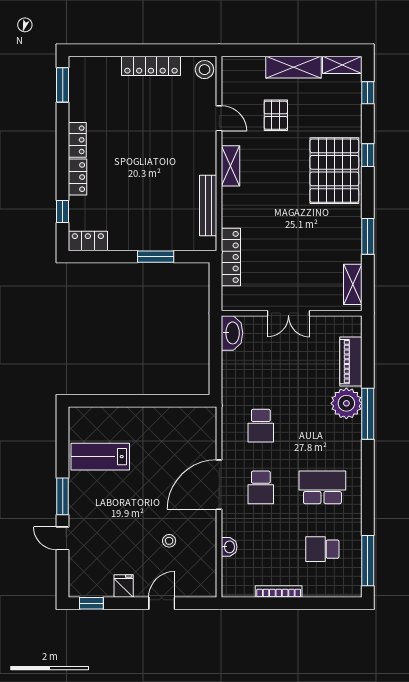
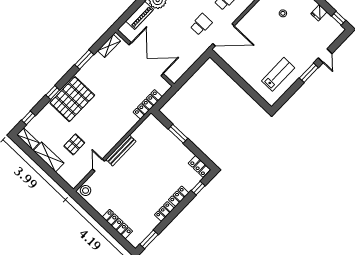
locker: (151, 66) -> (117, 224), moved
shelving: (230, 166) -> (112, 141), removed
bench: (208, 205) -> (121, 150), moved
double door: (288, 313) -> (146, 59), width x1.87
washbasin: (232, 333) -> (177, 73), removed
lab bench: (100, 457) -> (278, 74), turned -90
door: (219, 485) -> (224, 35), moved

